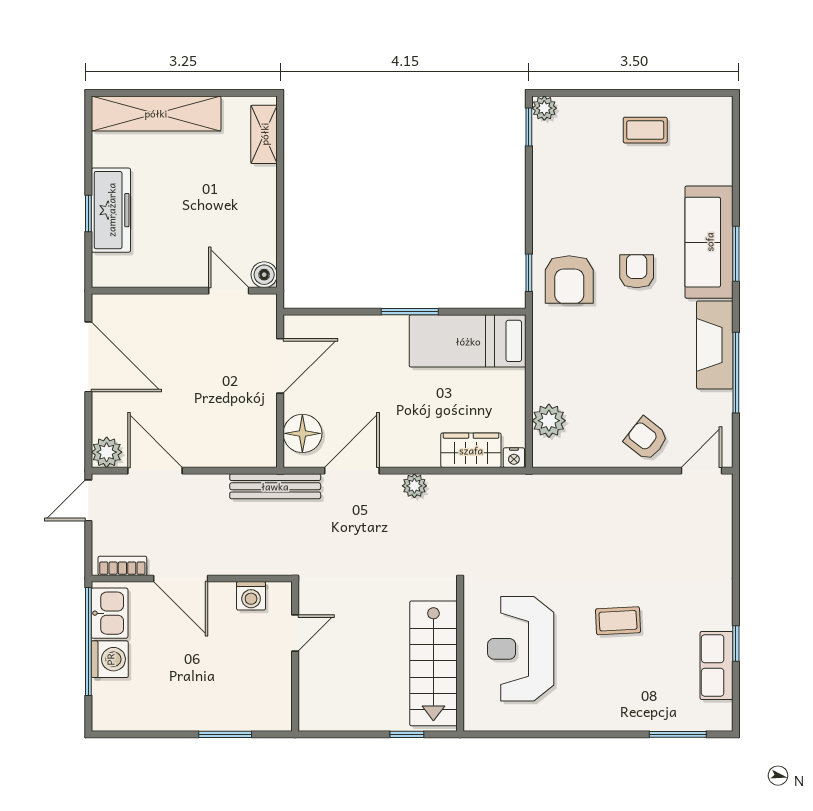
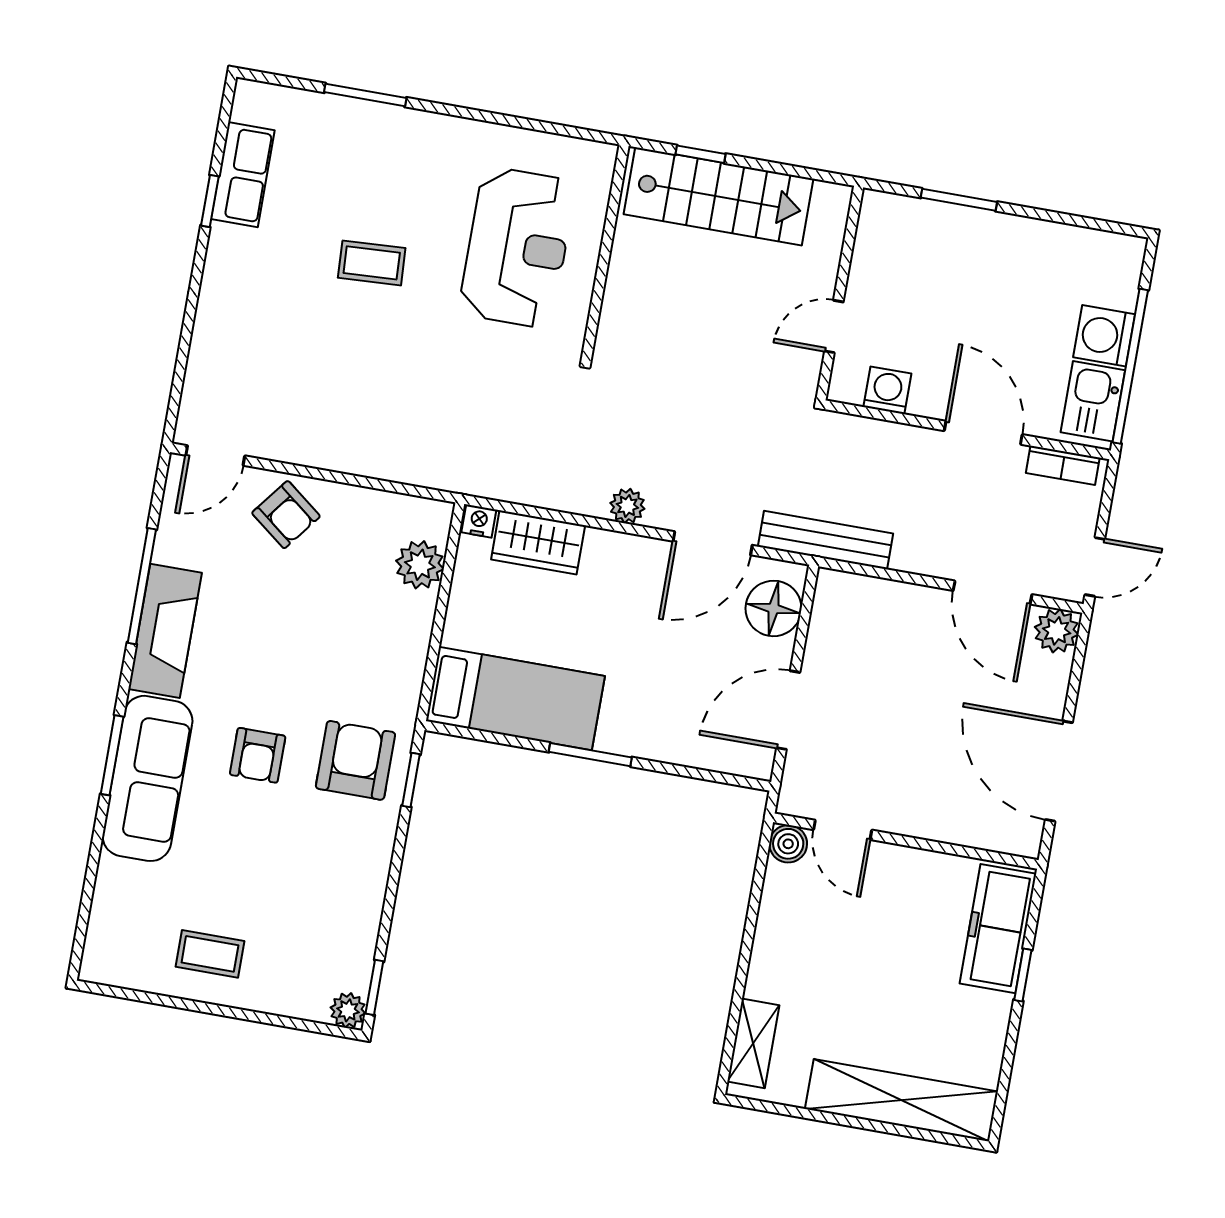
freezer: (111, 210) -> (998, 929), moved
stairs: (433, 663) -> (719, 196), moved, turned 90
window: (678, 734) -> (365, 95), moved

